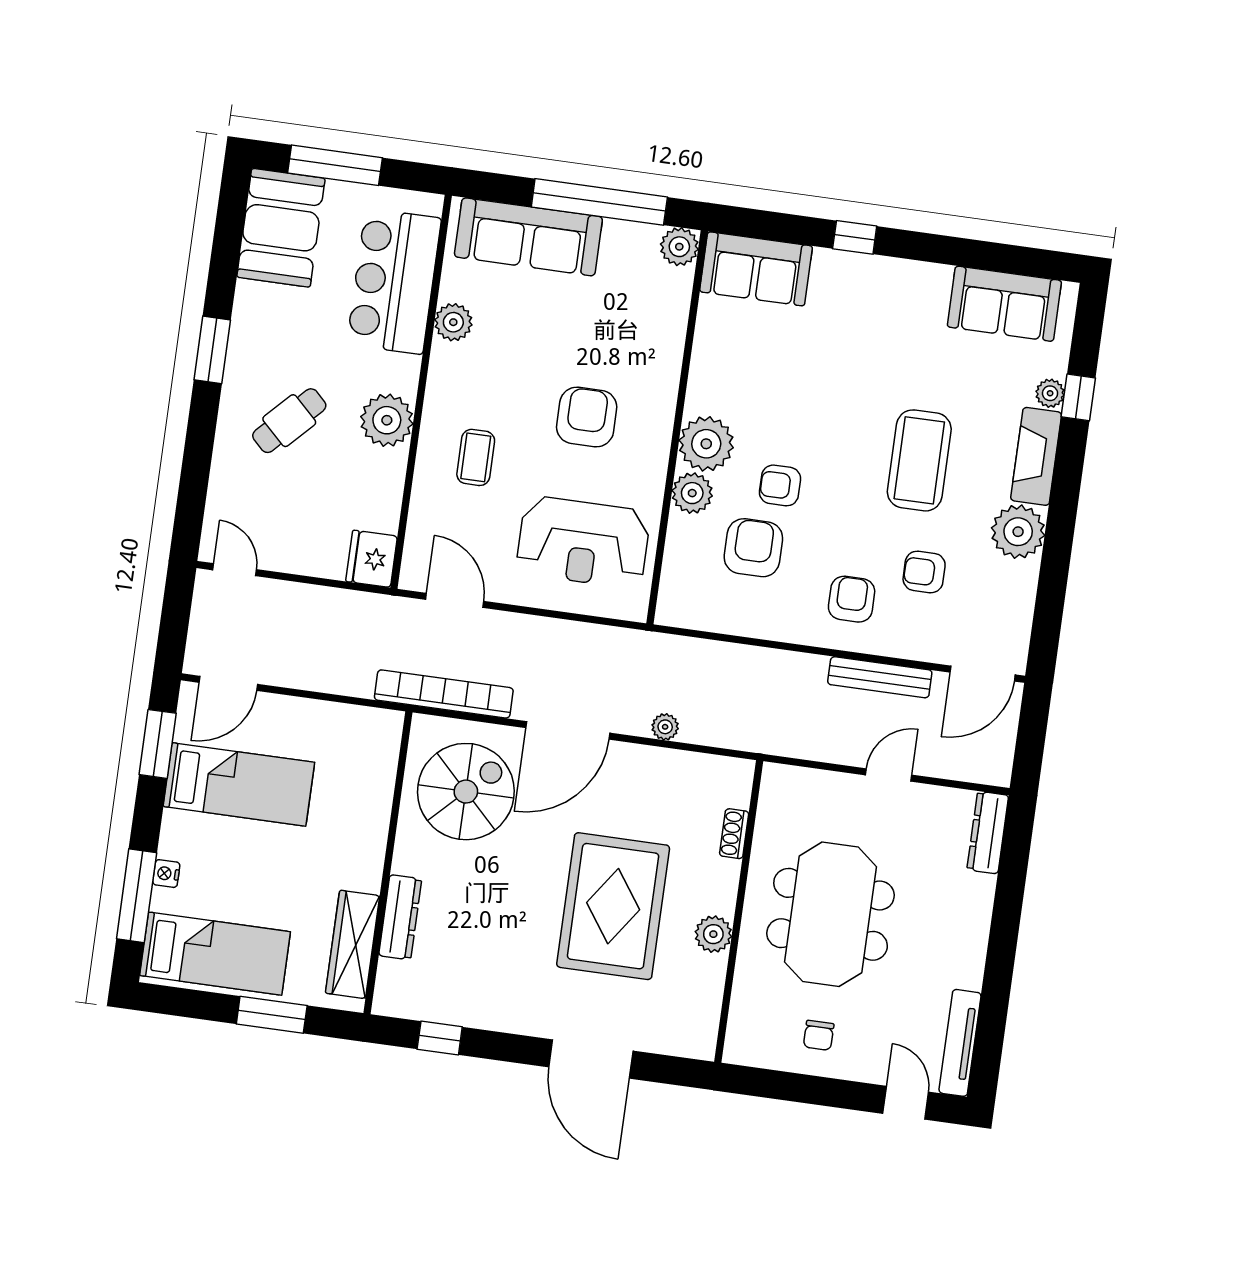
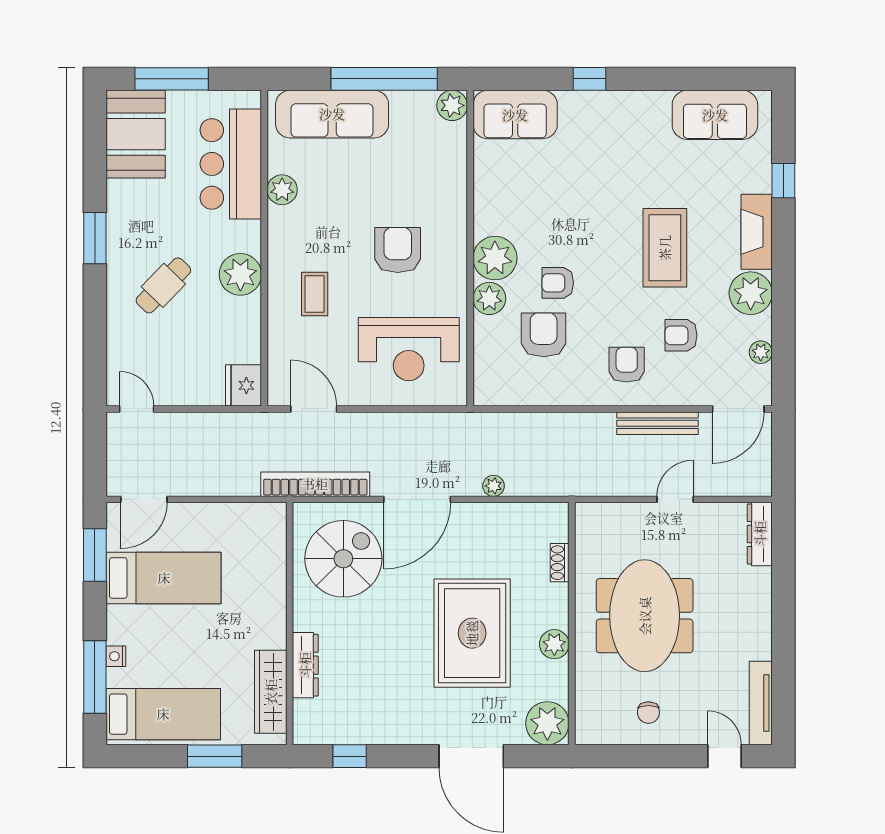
plant: (1050, 393) -> (761, 352), moved
plant: (691, 1031) -> (547, 723), added

